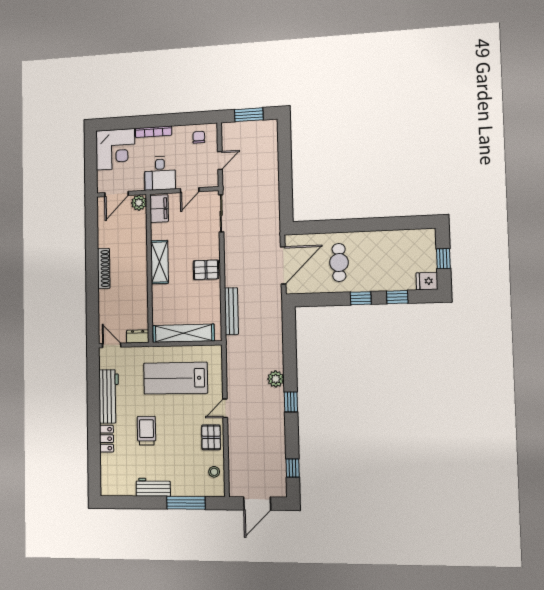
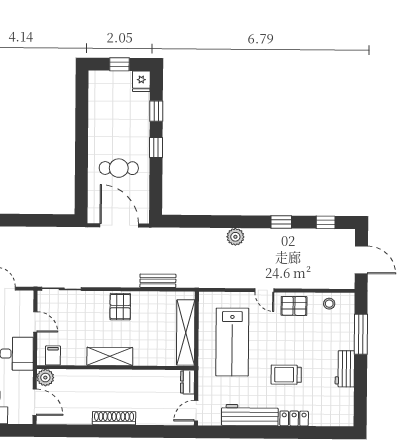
filing cabinet: (159, 209) -> (53, 355), width x0.50
bench: (231, 311) -> (158, 281), width x0.73
window: (291, 402) -> (281, 222), moved

